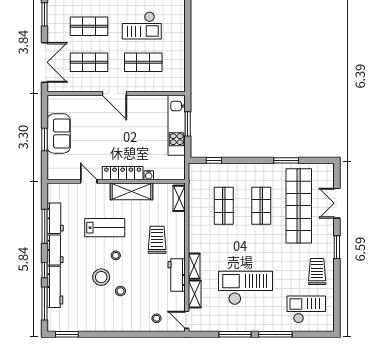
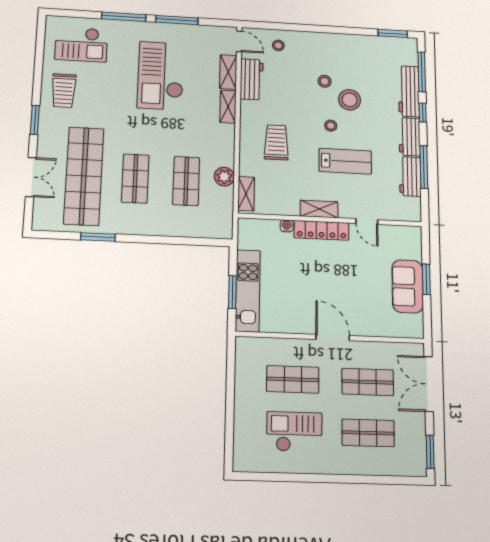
window: (214, 160) -> (198, 241), removed
shelving: (132, 191) -> (319, 209), width x0.67, depth x0.75
plant: (196, 211) -> (224, 177), added
lab bench: (105, 228) -> (345, 161), turned 180
trolley: (157, 240) -> (276, 142), turned 180
workbench: (177, 275) -> (252, 79), moved
checkout: (246, 288) -> (161, 76), turned 90

